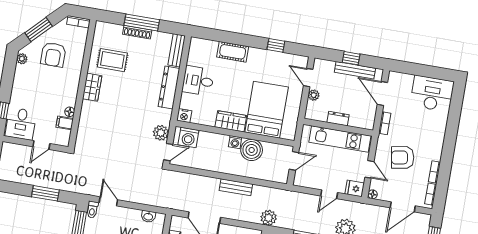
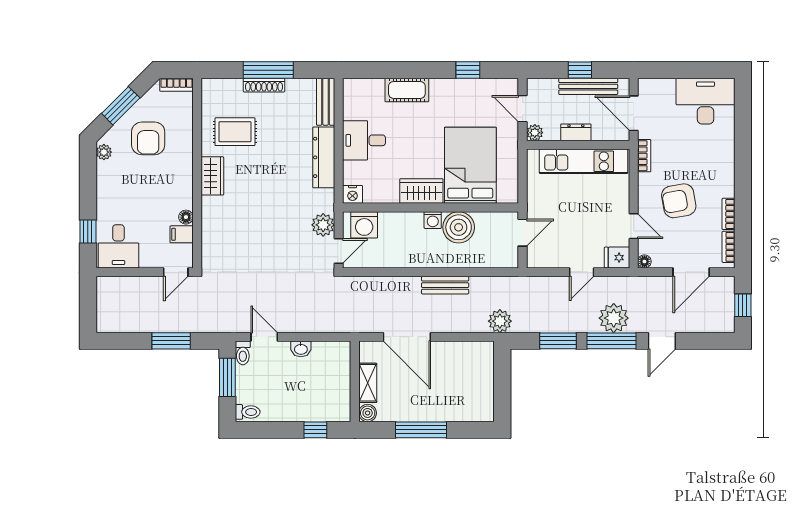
dresser: (338, 119) -> (576, 132), moved
wall: (338, 127) -> (578, 145), moved
kitchen unit: (340, 139) -> (584, 161), moved
door: (41, 145) -> (176, 272), moved
washbasin: (148, 216) -> (301, 349), moved

